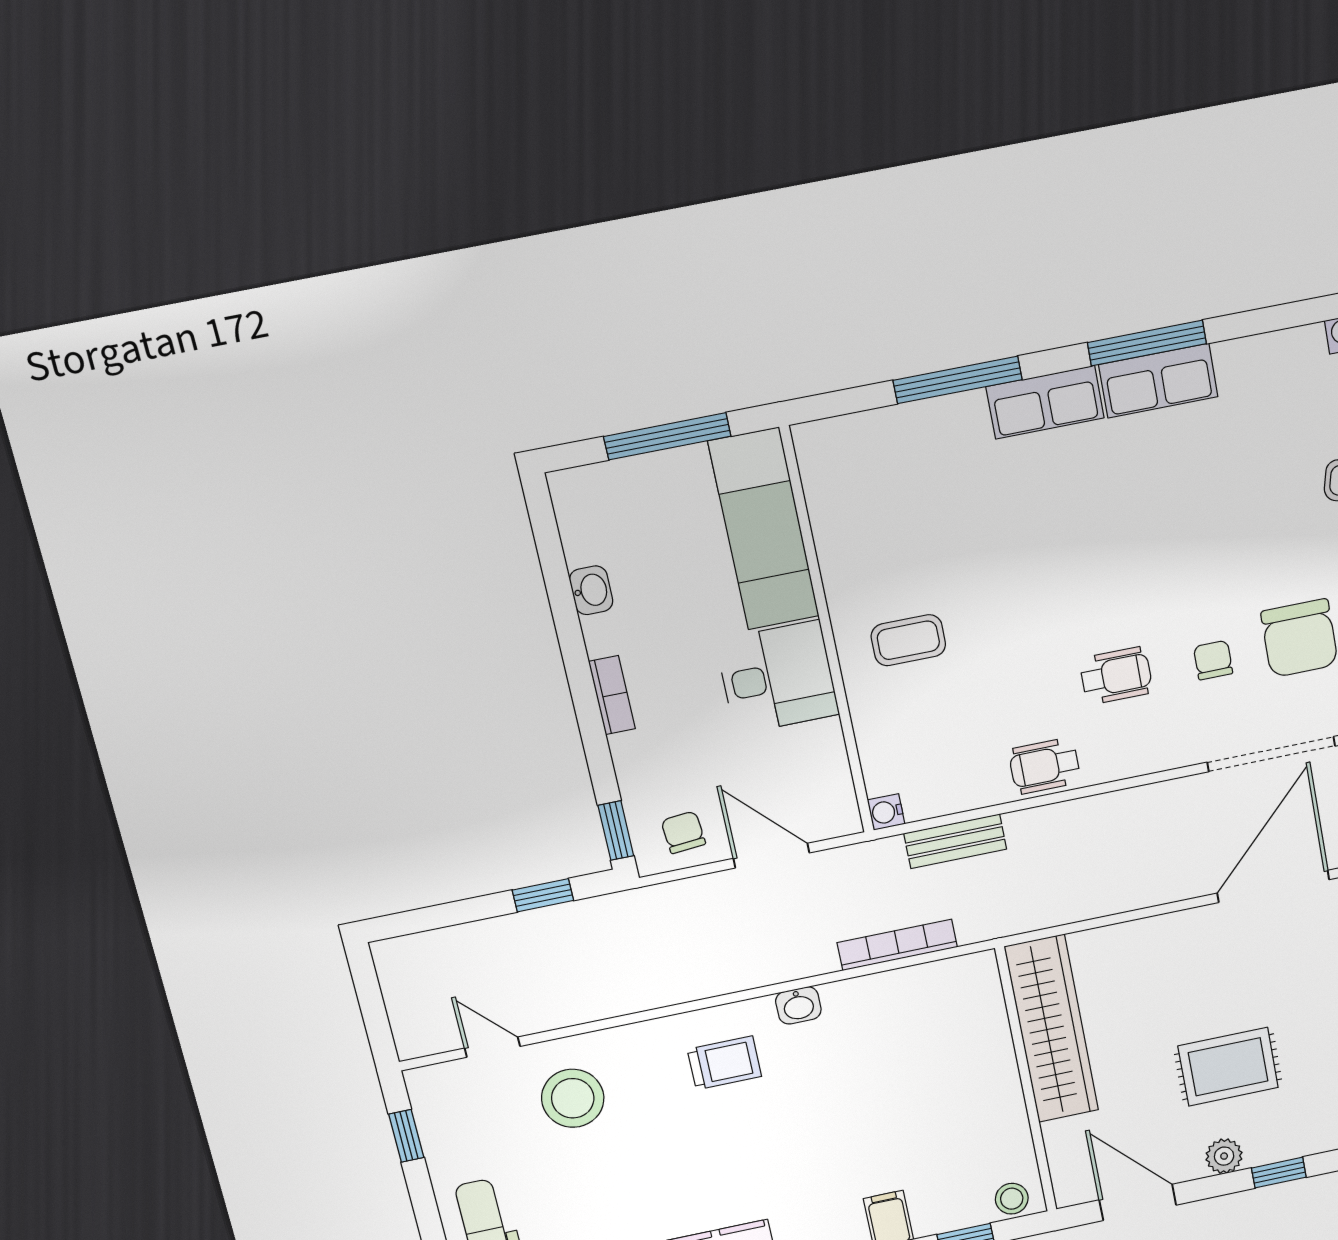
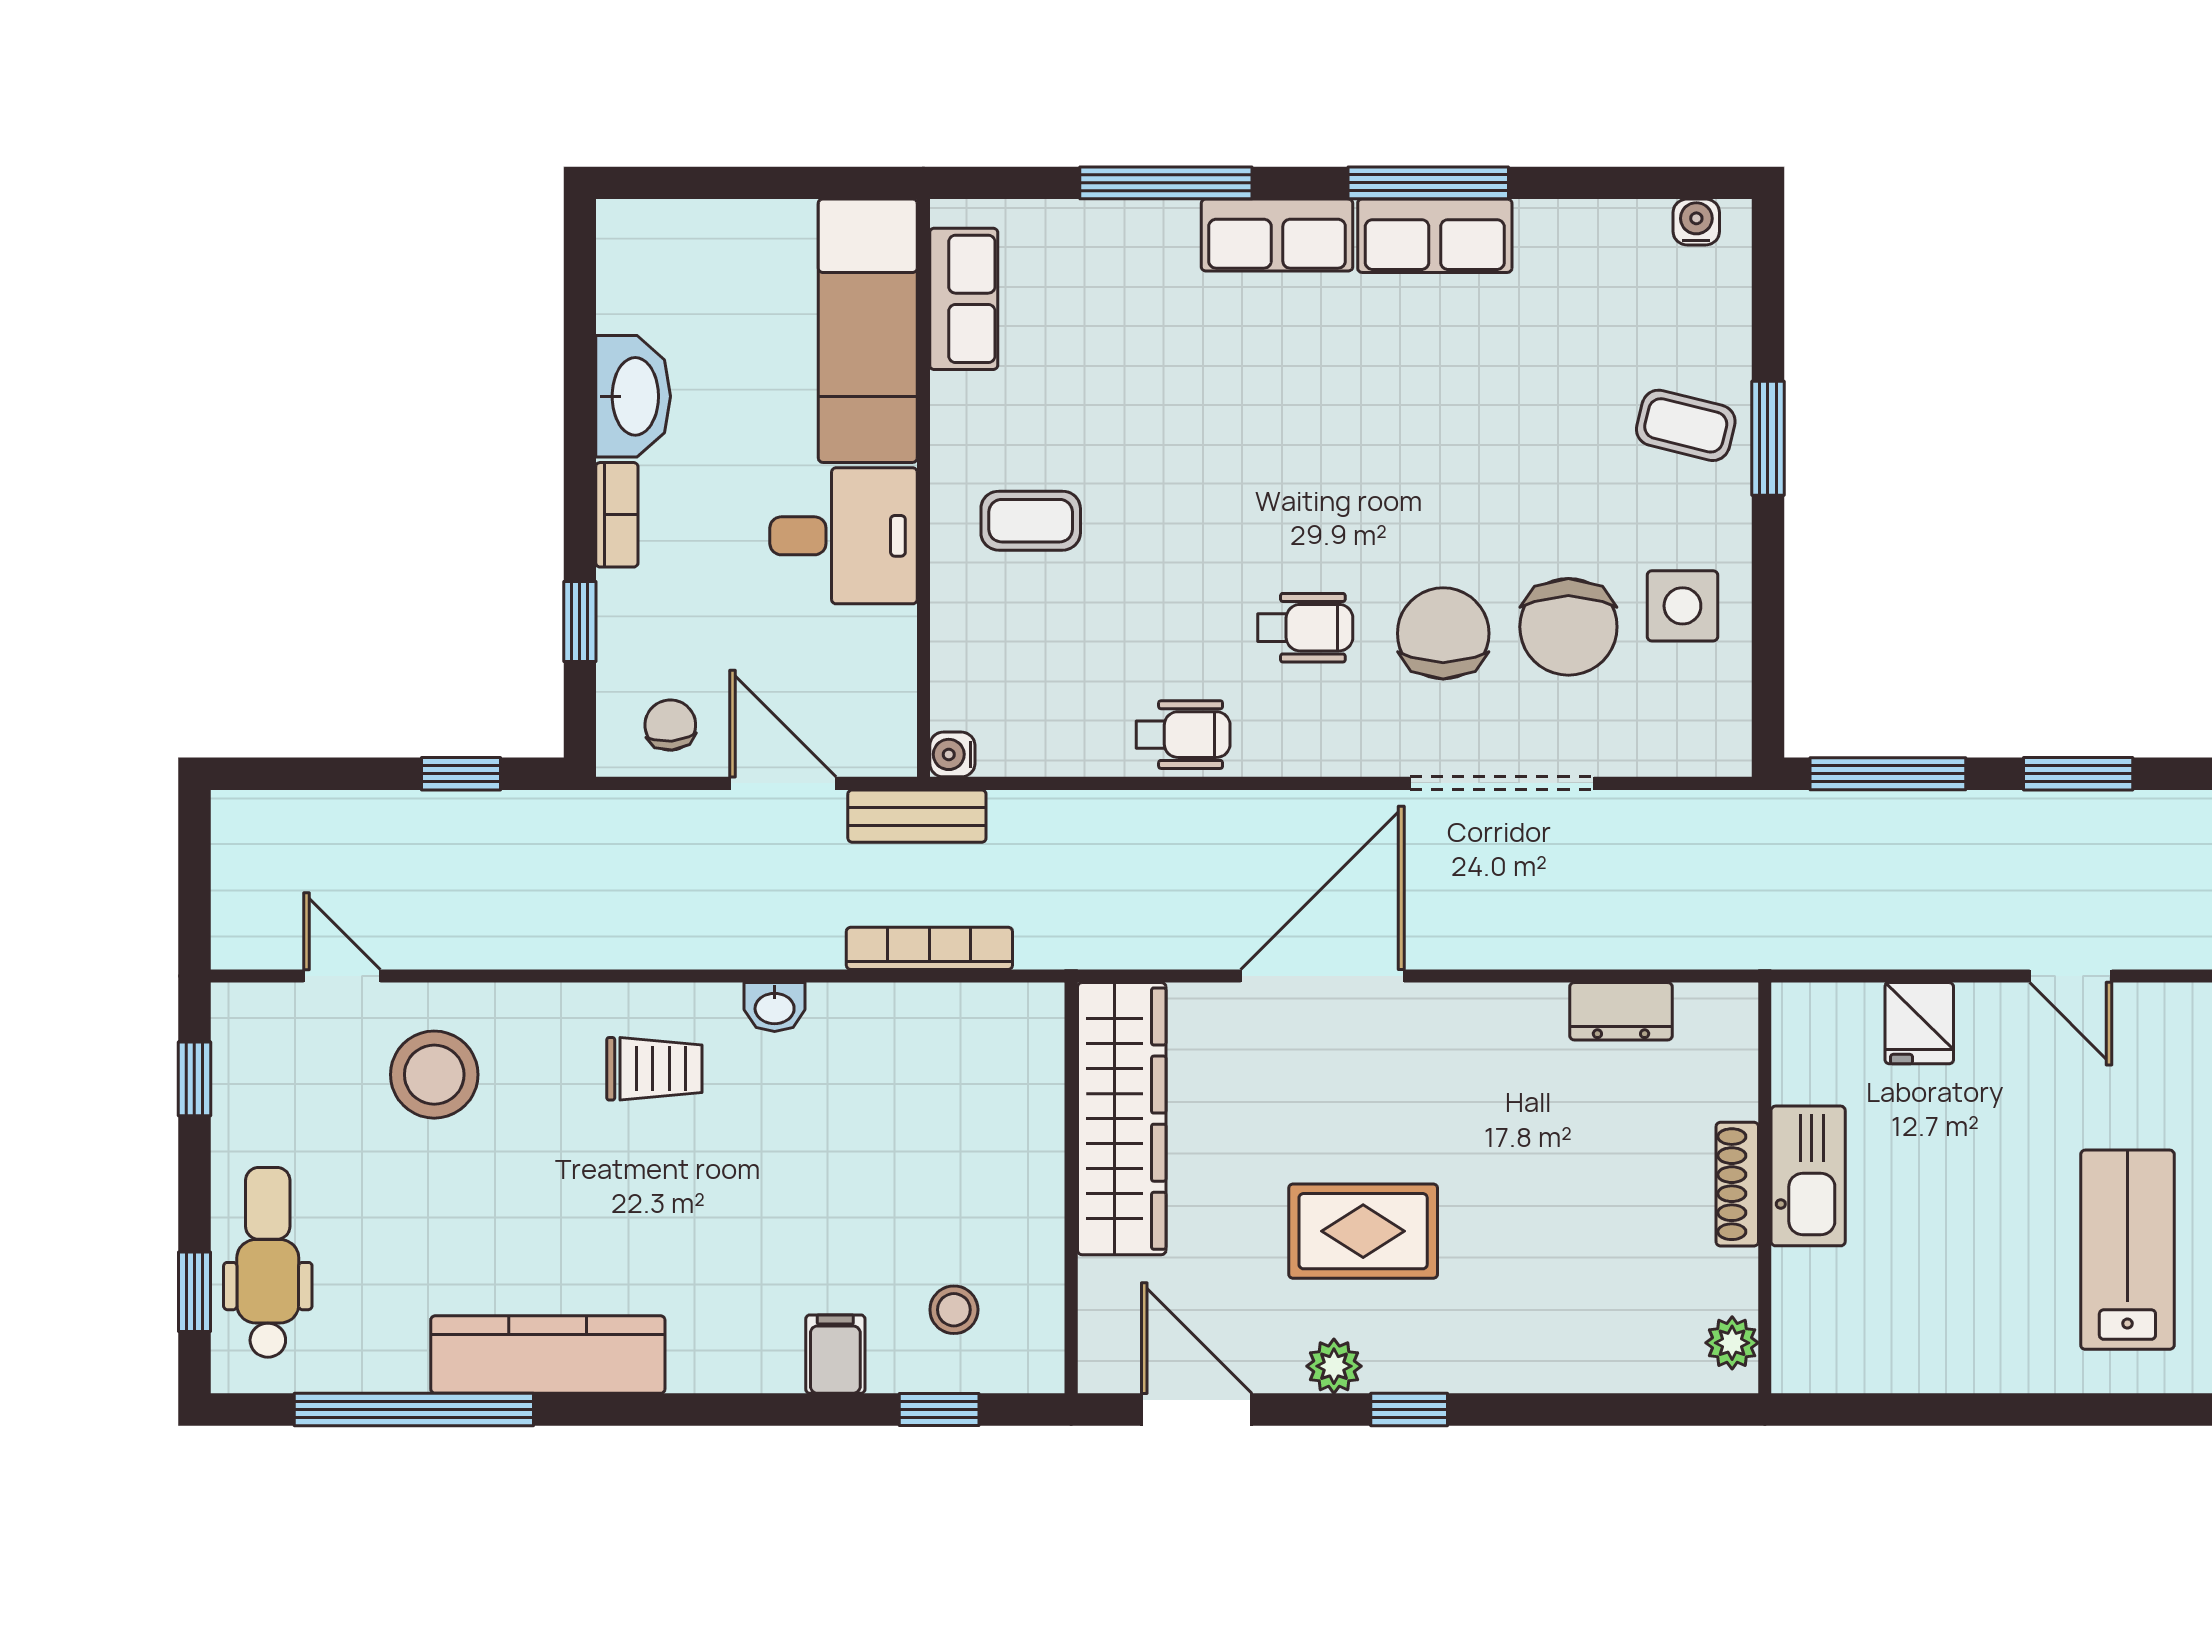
window: (667, 436) -> (767, 183), removed
row of seats: (828, 493) -> (964, 299), added
washbasin: (591, 590) -> (633, 396), width x1.91, depth x1.45
chair: (1213, 660) -> (1443, 633), width x1.87, depth x1.87
wheelchair: (1045, 766) -> (1183, 735), turned 180
window: (616, 831) -> (580, 621), moved
bench: (955, 841) -> (917, 816), moved
door: (1273, 886) -> (1322, 976), moved
stool: (1012, 1199) -> (954, 1310), moved

